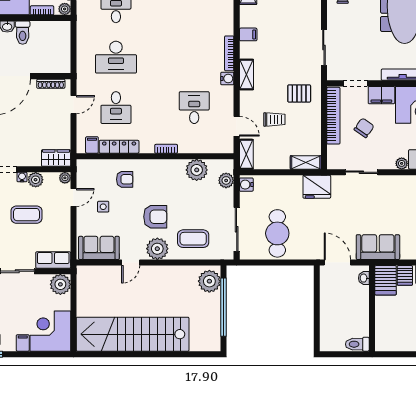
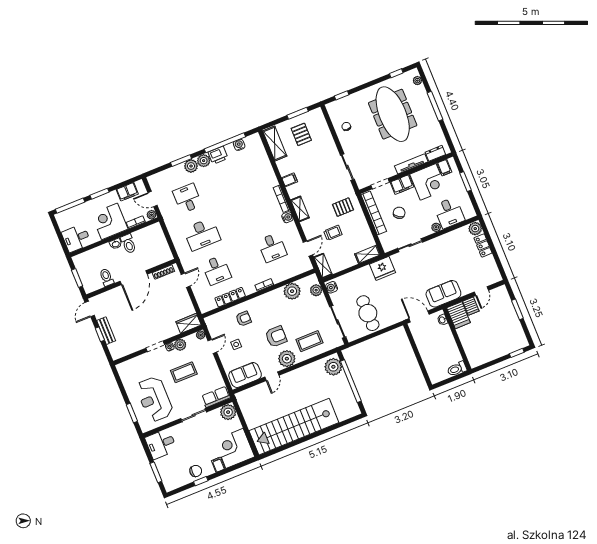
desk: (194, 108) -> (272, 248), turned 180
door: (237, 126) -> (308, 249), hinge flipped
filing cabinet: (92, 145) -> (210, 304), removed

